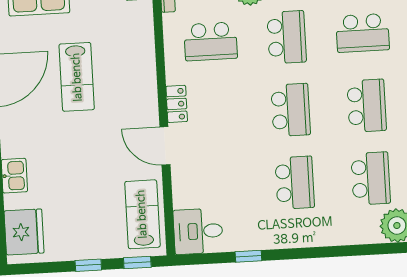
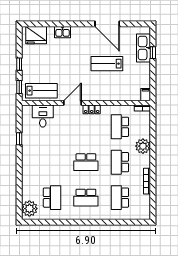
school desk: (287, 37) -> (120, 162), turned 90
school desk: (371, 178) -> (52, 198), turned -90
school desk: (295, 183) -> (52, 162), removed
desk: (198, 231) -> (43, 116), moved

